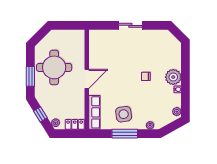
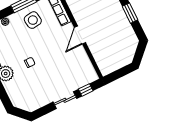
window: (106, 25) -> (86, 90), added
round table: (54, 67) -> (113, 31), removed

